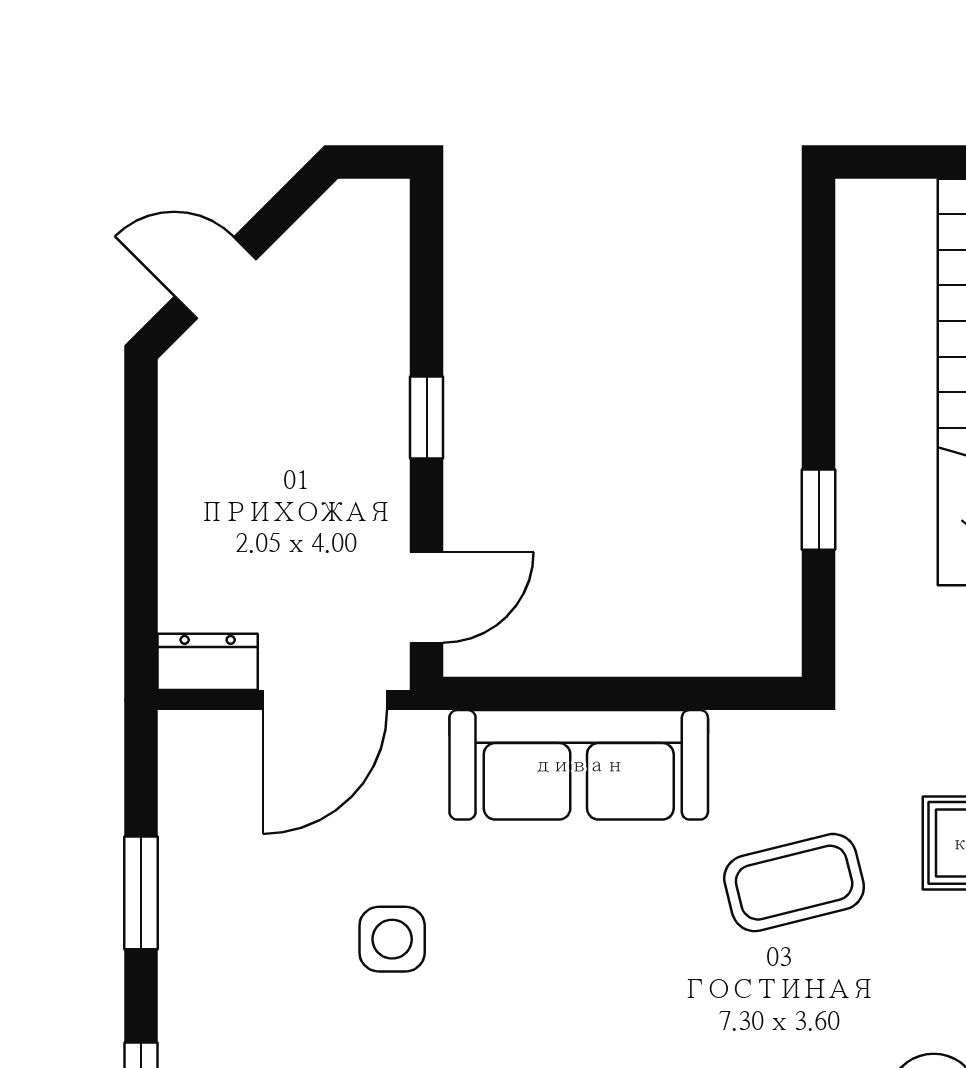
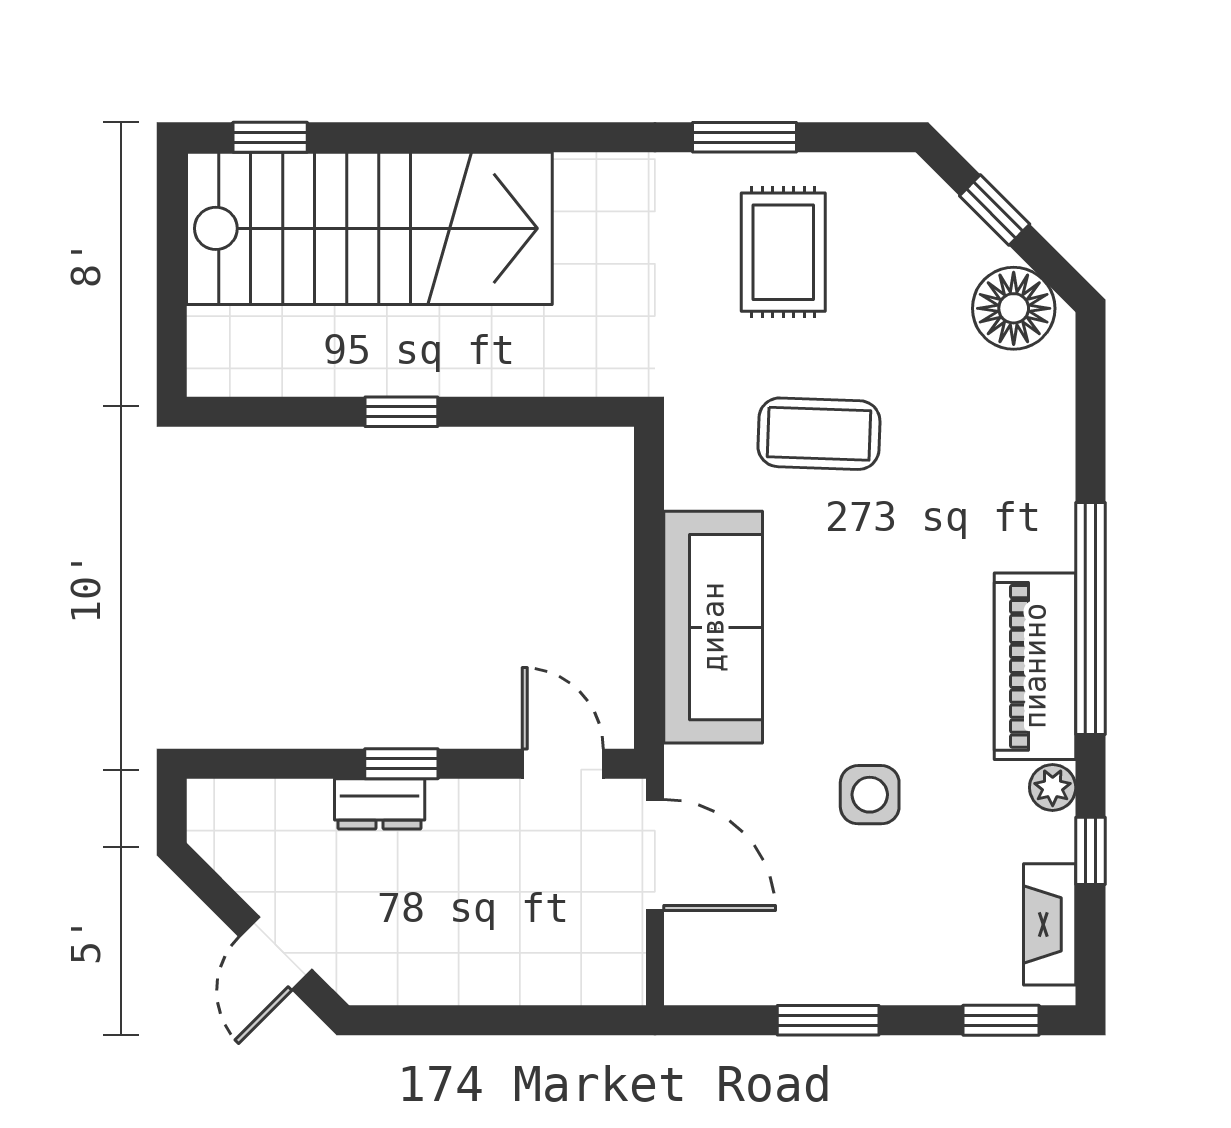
window: (819, 510) -> (401, 412), moved
dresser: (208, 662) -> (380, 804), moved, turned -90
coffee table: (794, 883) -> (819, 434), turned -74

